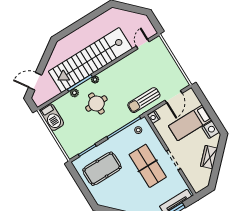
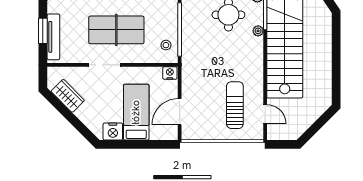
door: (173, 97) -> (180, 112), hinge flipped
sun lounger: (144, 100) -> (235, 105), moved
wardrobe: (209, 157) -> (68, 96), moved

